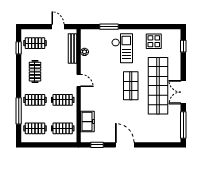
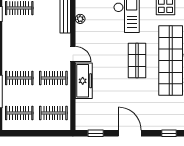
clothes rail: (35, 72) -> (19, 43), removed
freezer: (87, 122) -> (84, 81), moved, width x1.40
window: (157, 145) -> (169, 133), added

